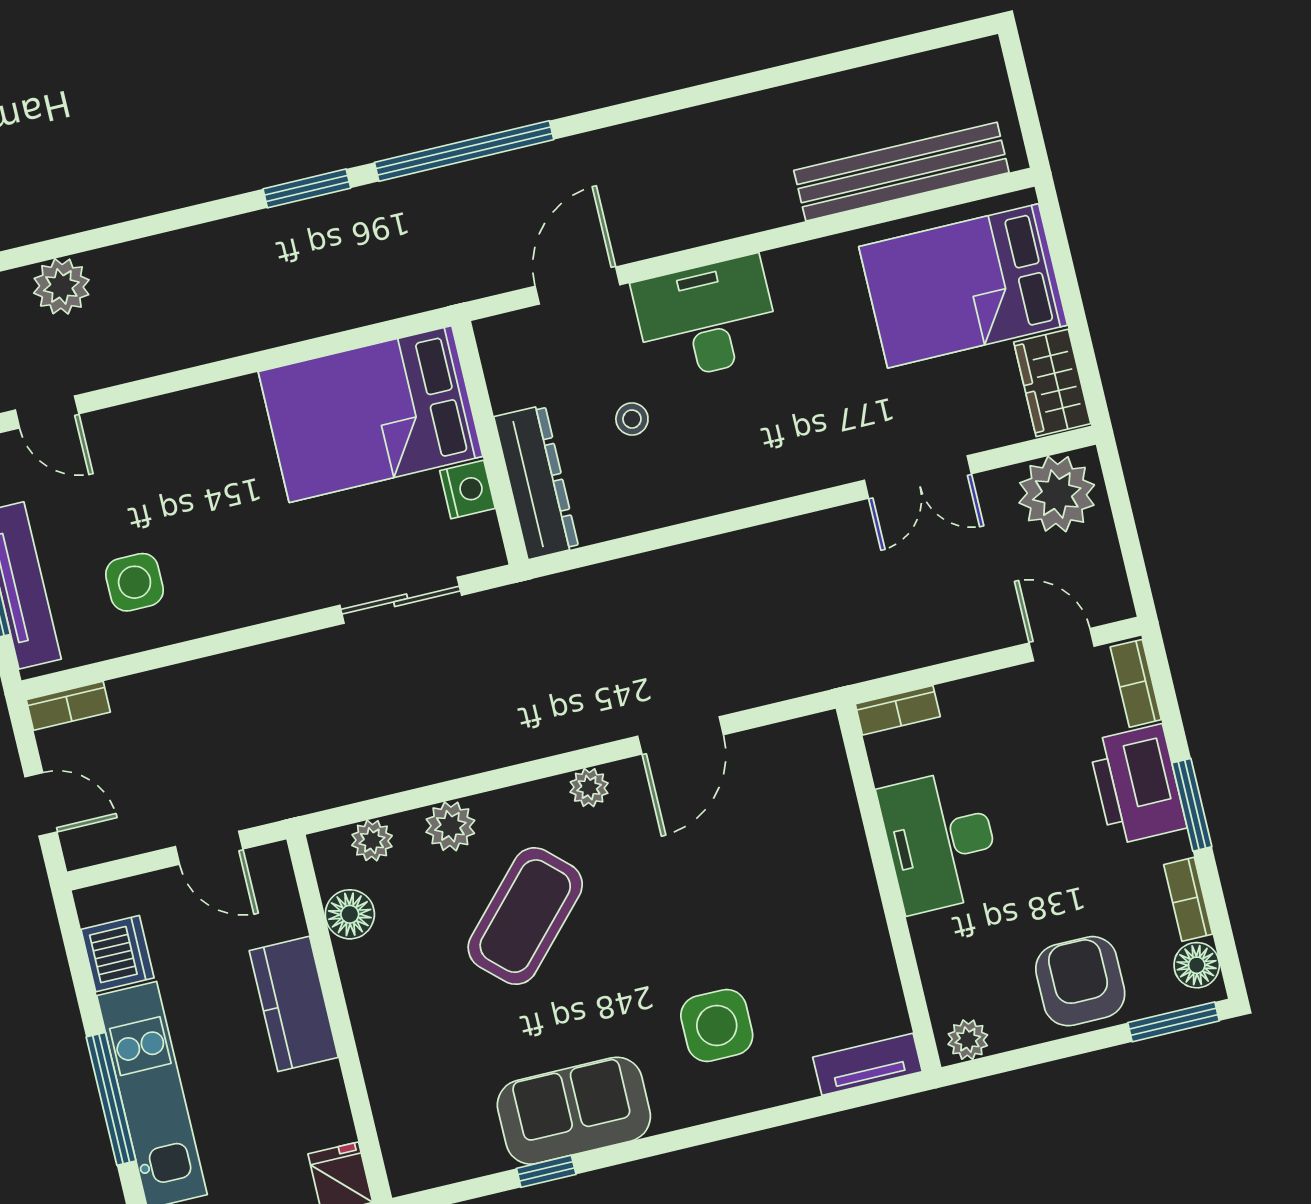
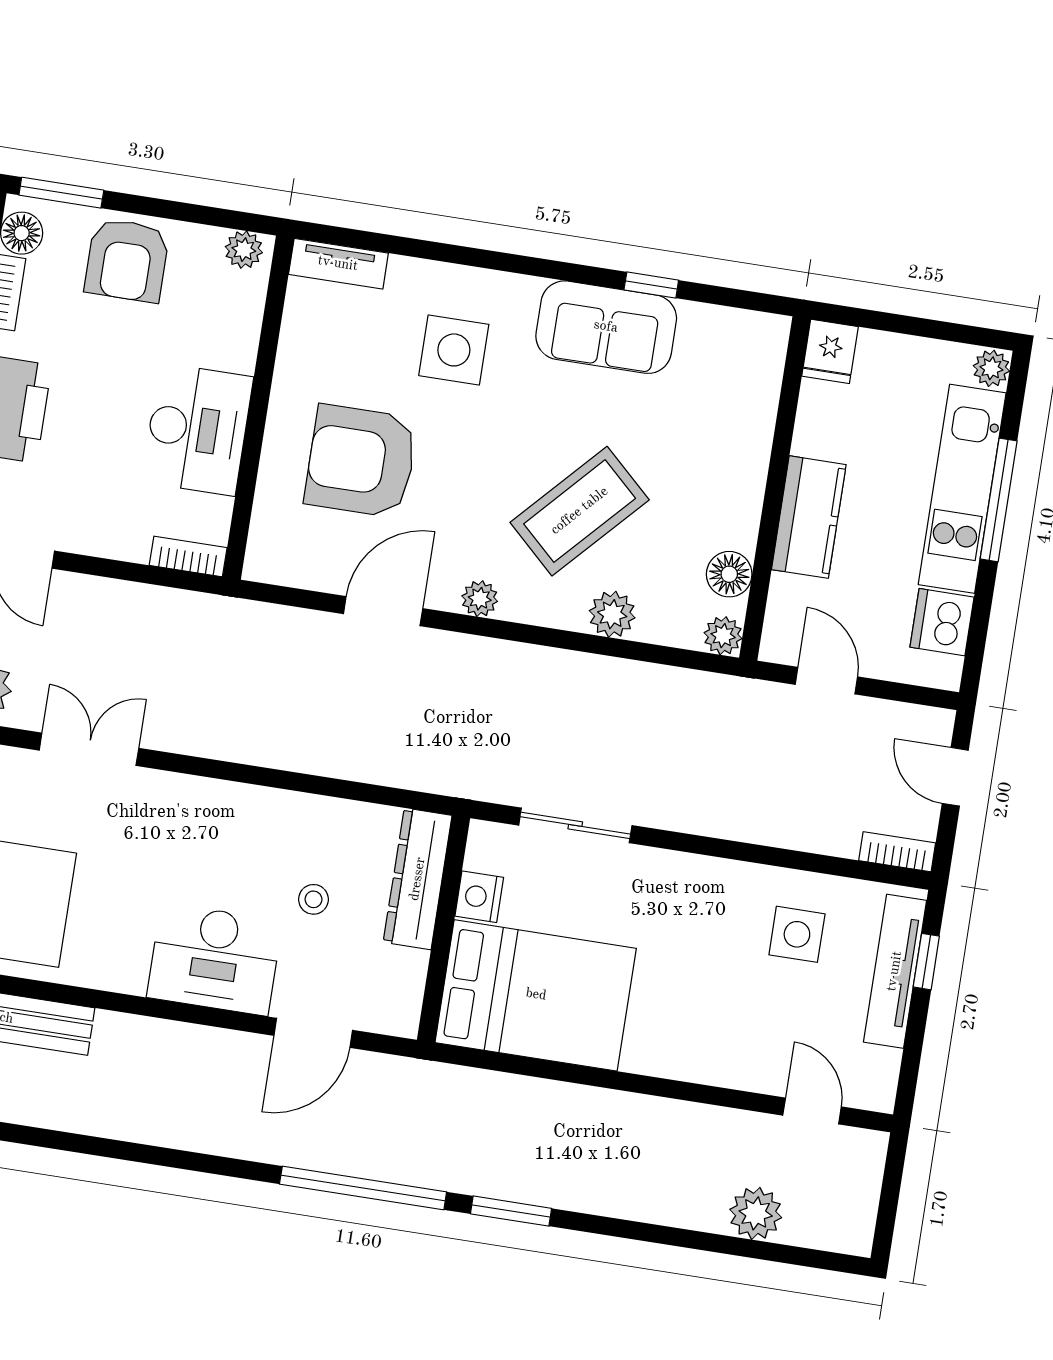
plant: (372, 841) -> (723, 636), moved
armchair: (764, 876) -> (361, 461), added

